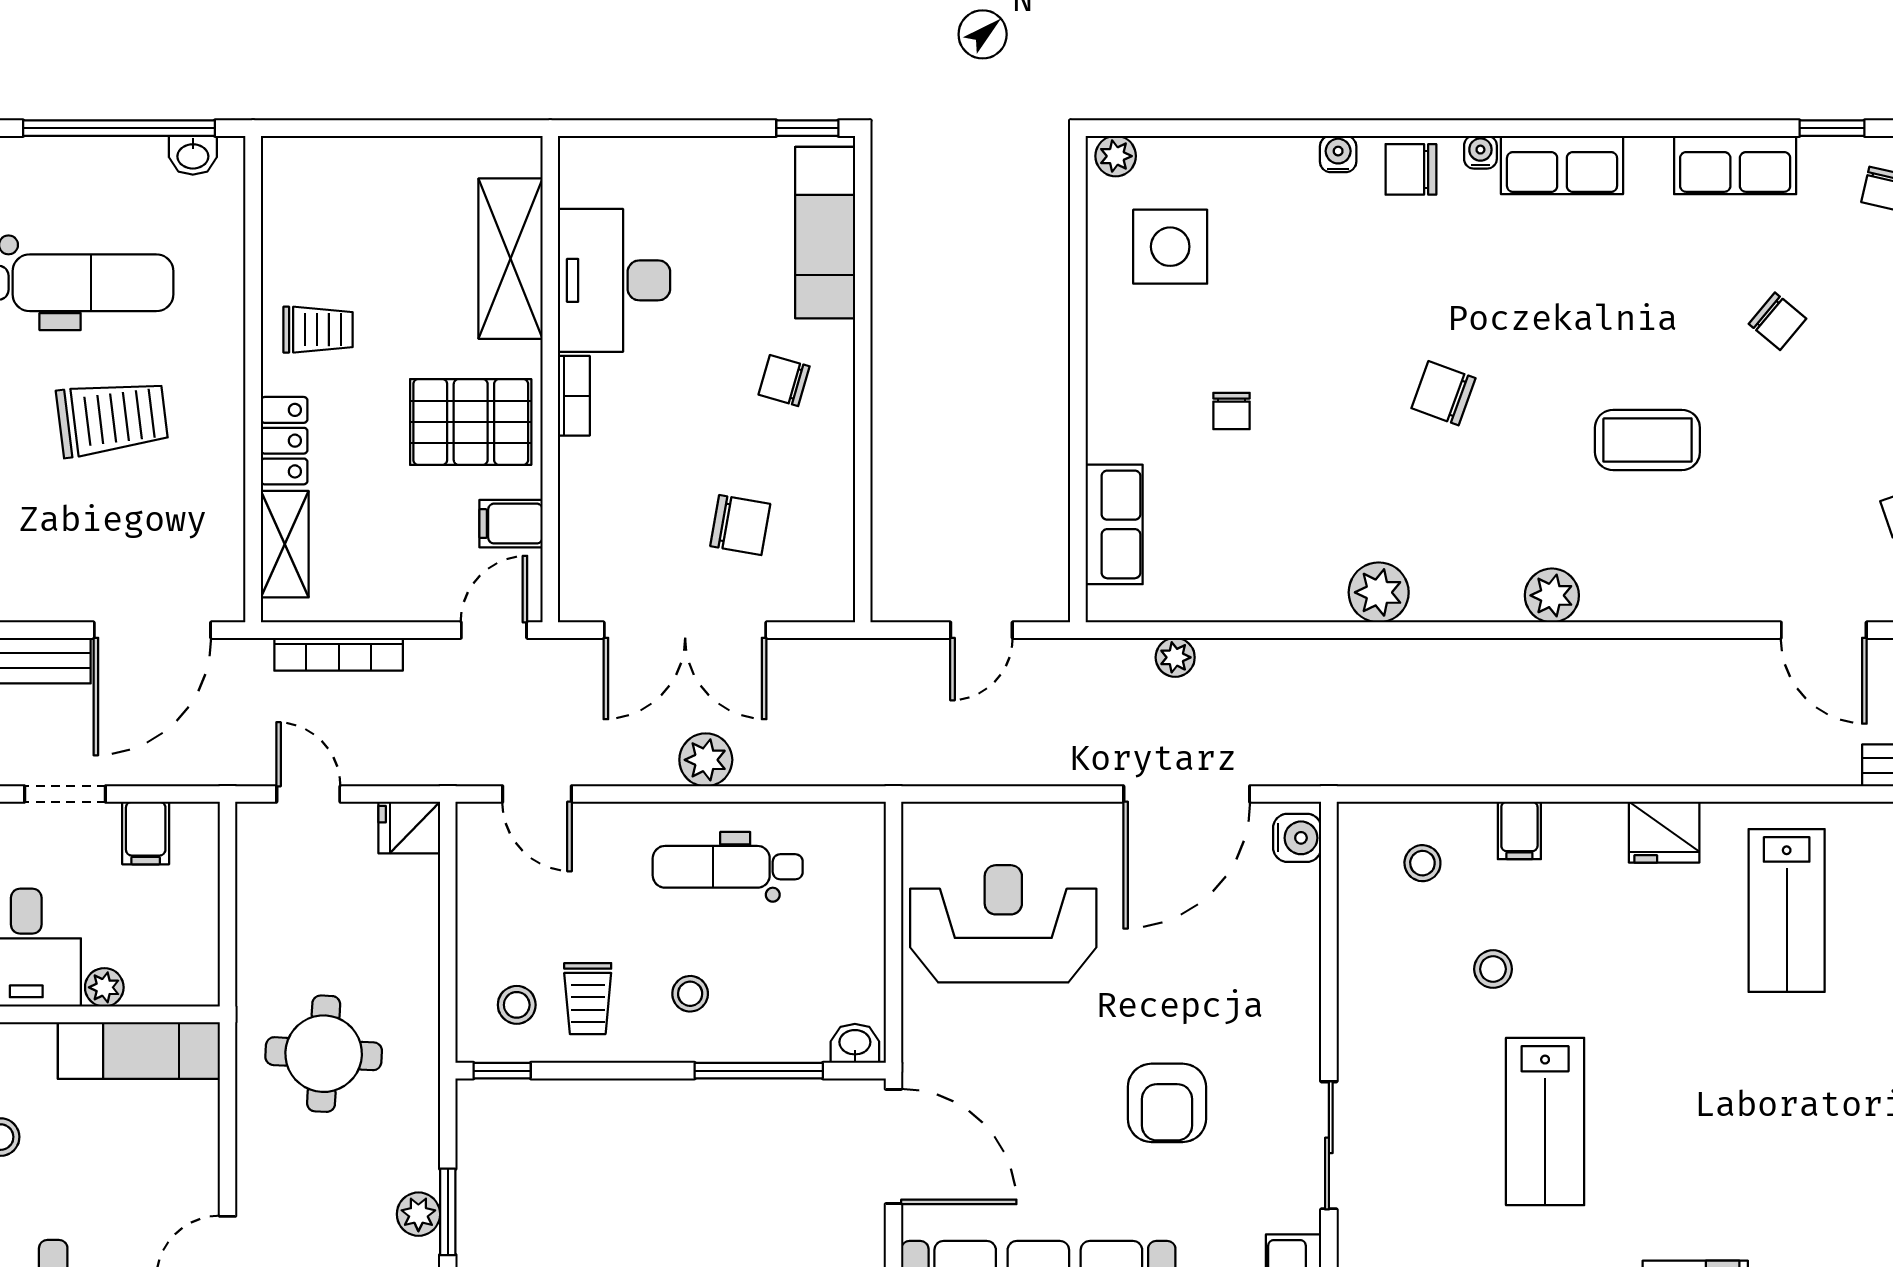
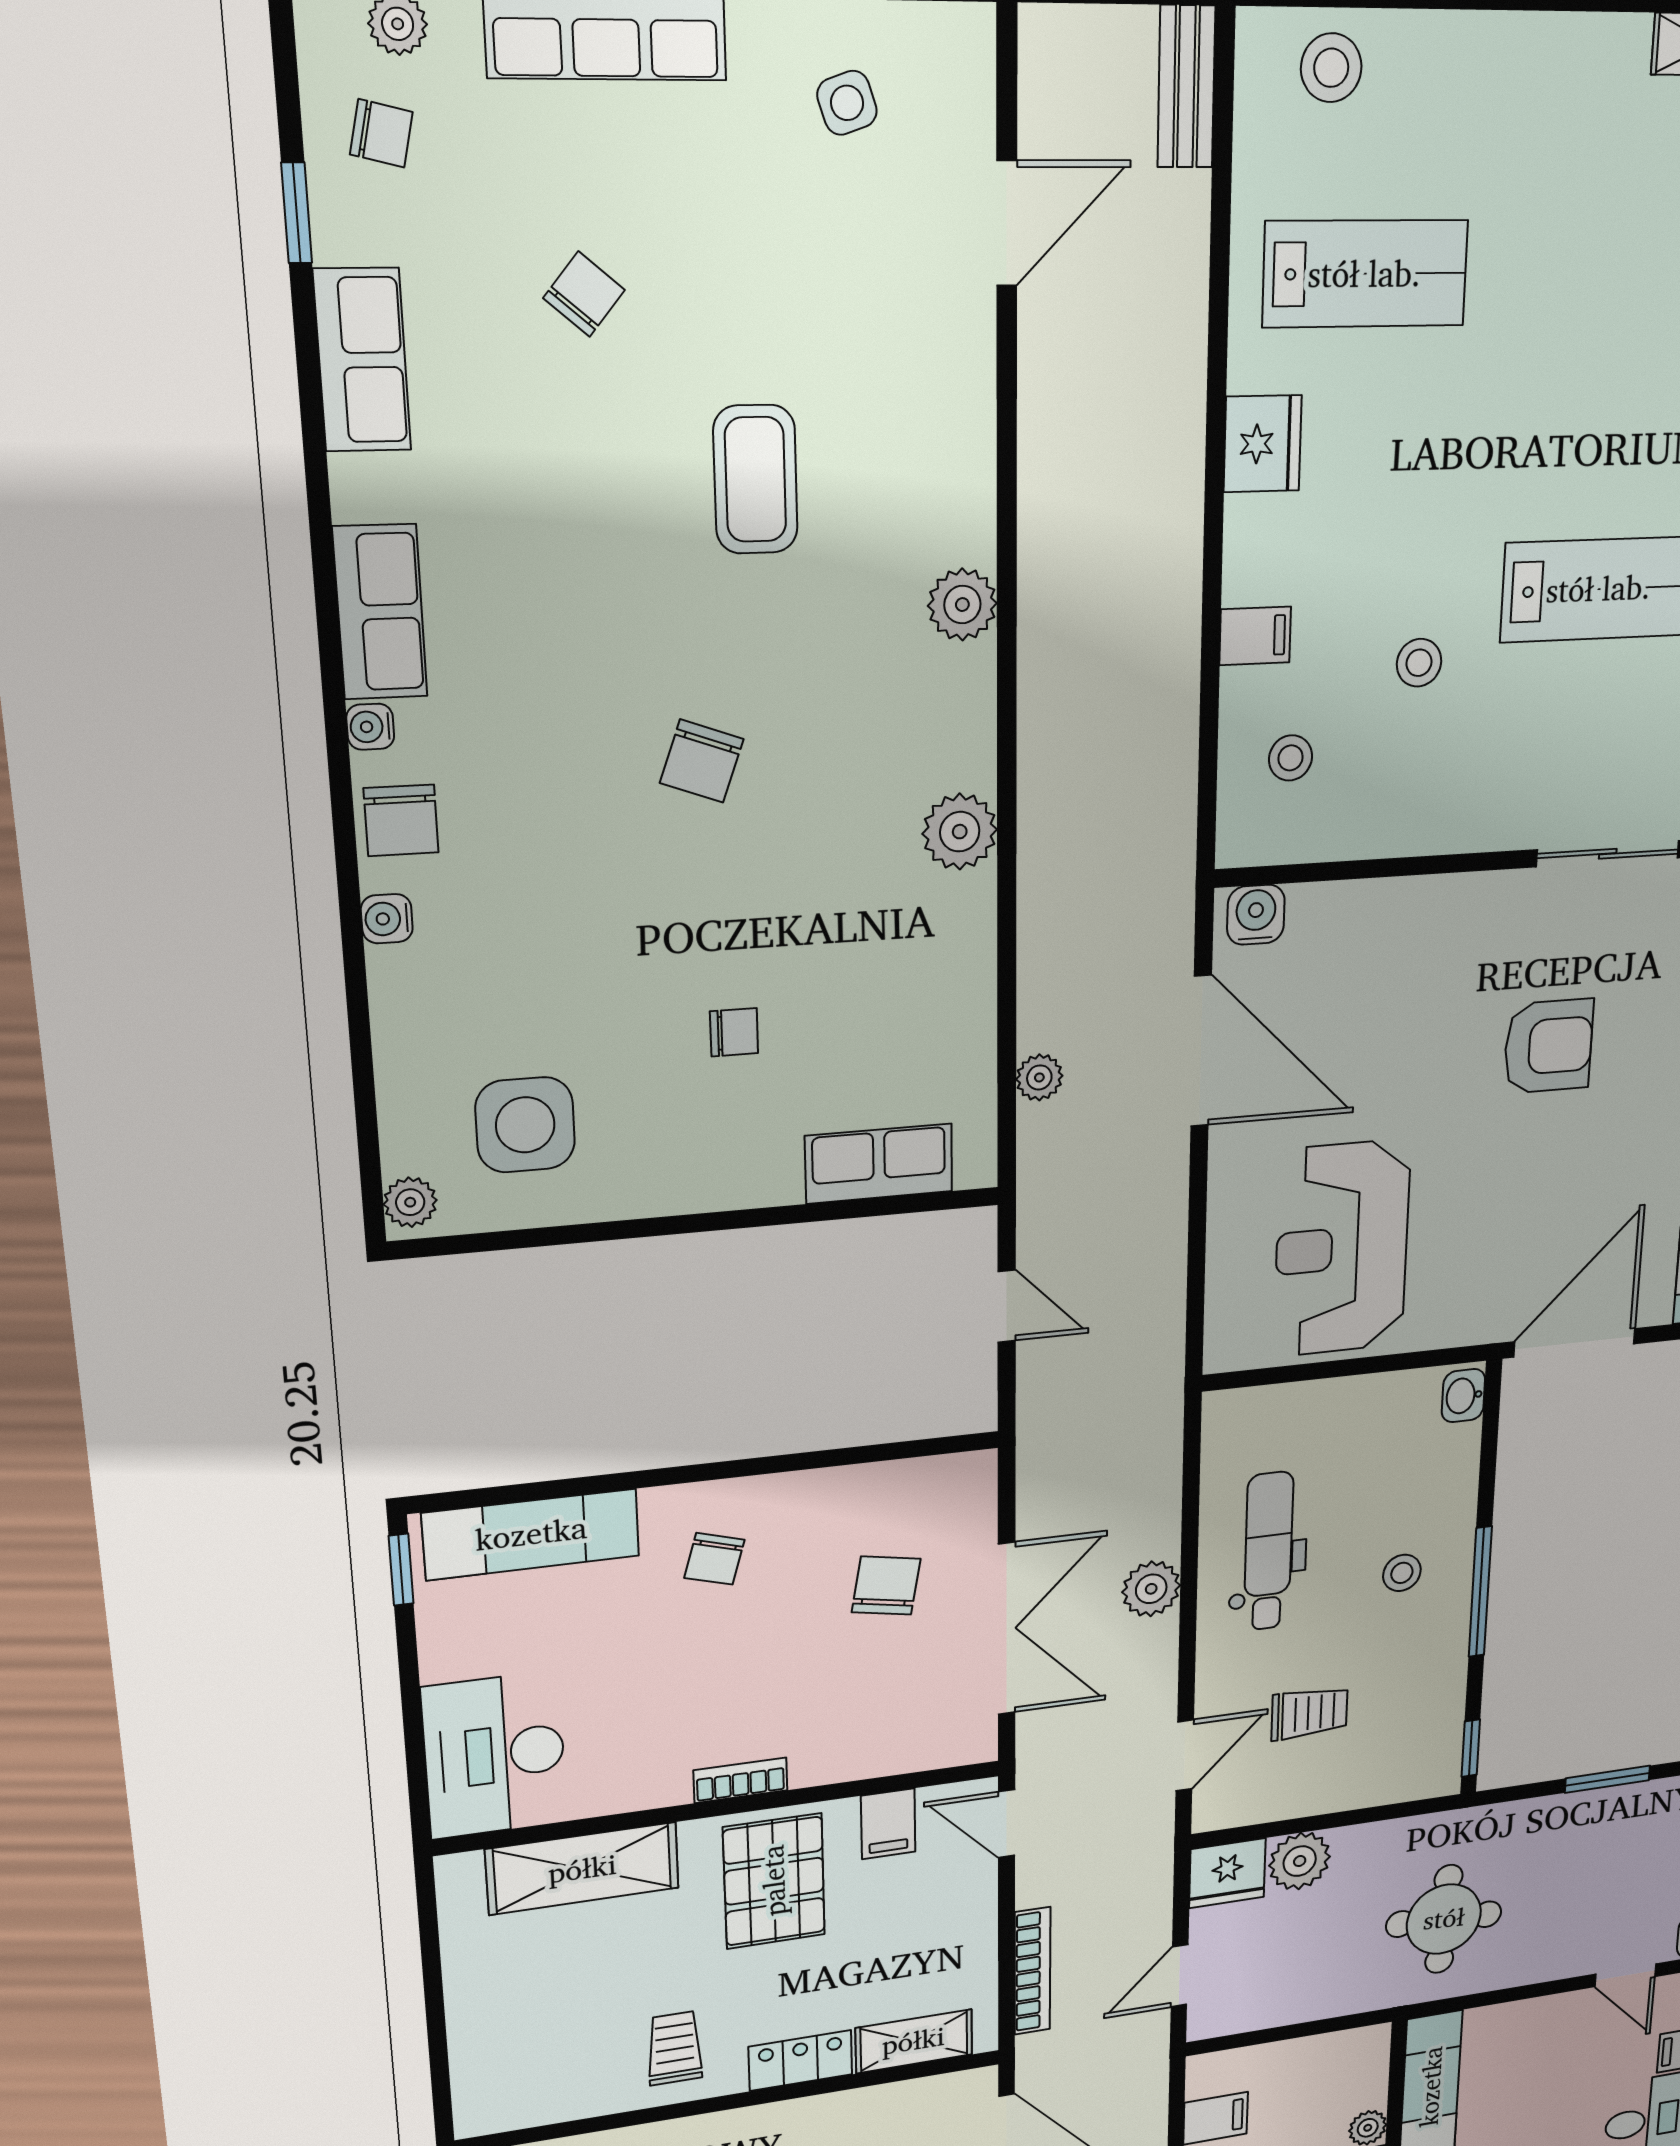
desk: (614, 280) -> (495, 1755), moved, turned 90
fridge: (409, 828) -> (1227, 1873), width x1.38
dental chair: (728, 867) -> (1268, 1551), turned 180
trolley: (588, 999) -> (1309, 1713), moved
stool: (517, 1005) -> (1405, 1744), removed
window: (759, 1071) -> (1480, 1592), moved
plant: (418, 1214) -> (1300, 1861), moved, width x1.38, depth x1.38

